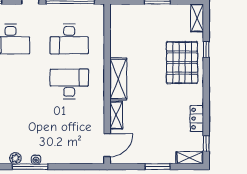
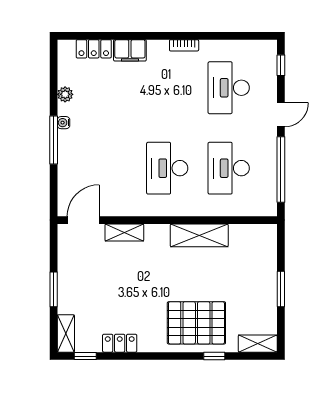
shelving: (118, 79) -> (199, 235), moved
desk: (69, 84) -> (167, 168), turned 180
door: (107, 145) -> (83, 220), swing flipped
window: (30, 167) -> (54, 140), moved

